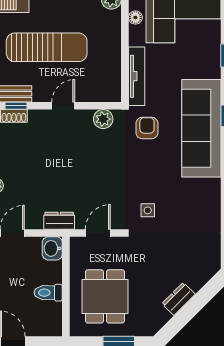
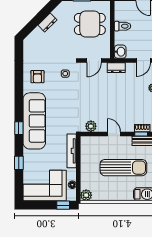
sun lounger: (47, 47) -> (123, 168), turned 180
door: (63, 106) -> (114, 134), swing flipped
armchair: (147, 128) -> (37, 77), moved
dining table: (105, 296) -> (90, 24), turned 90

